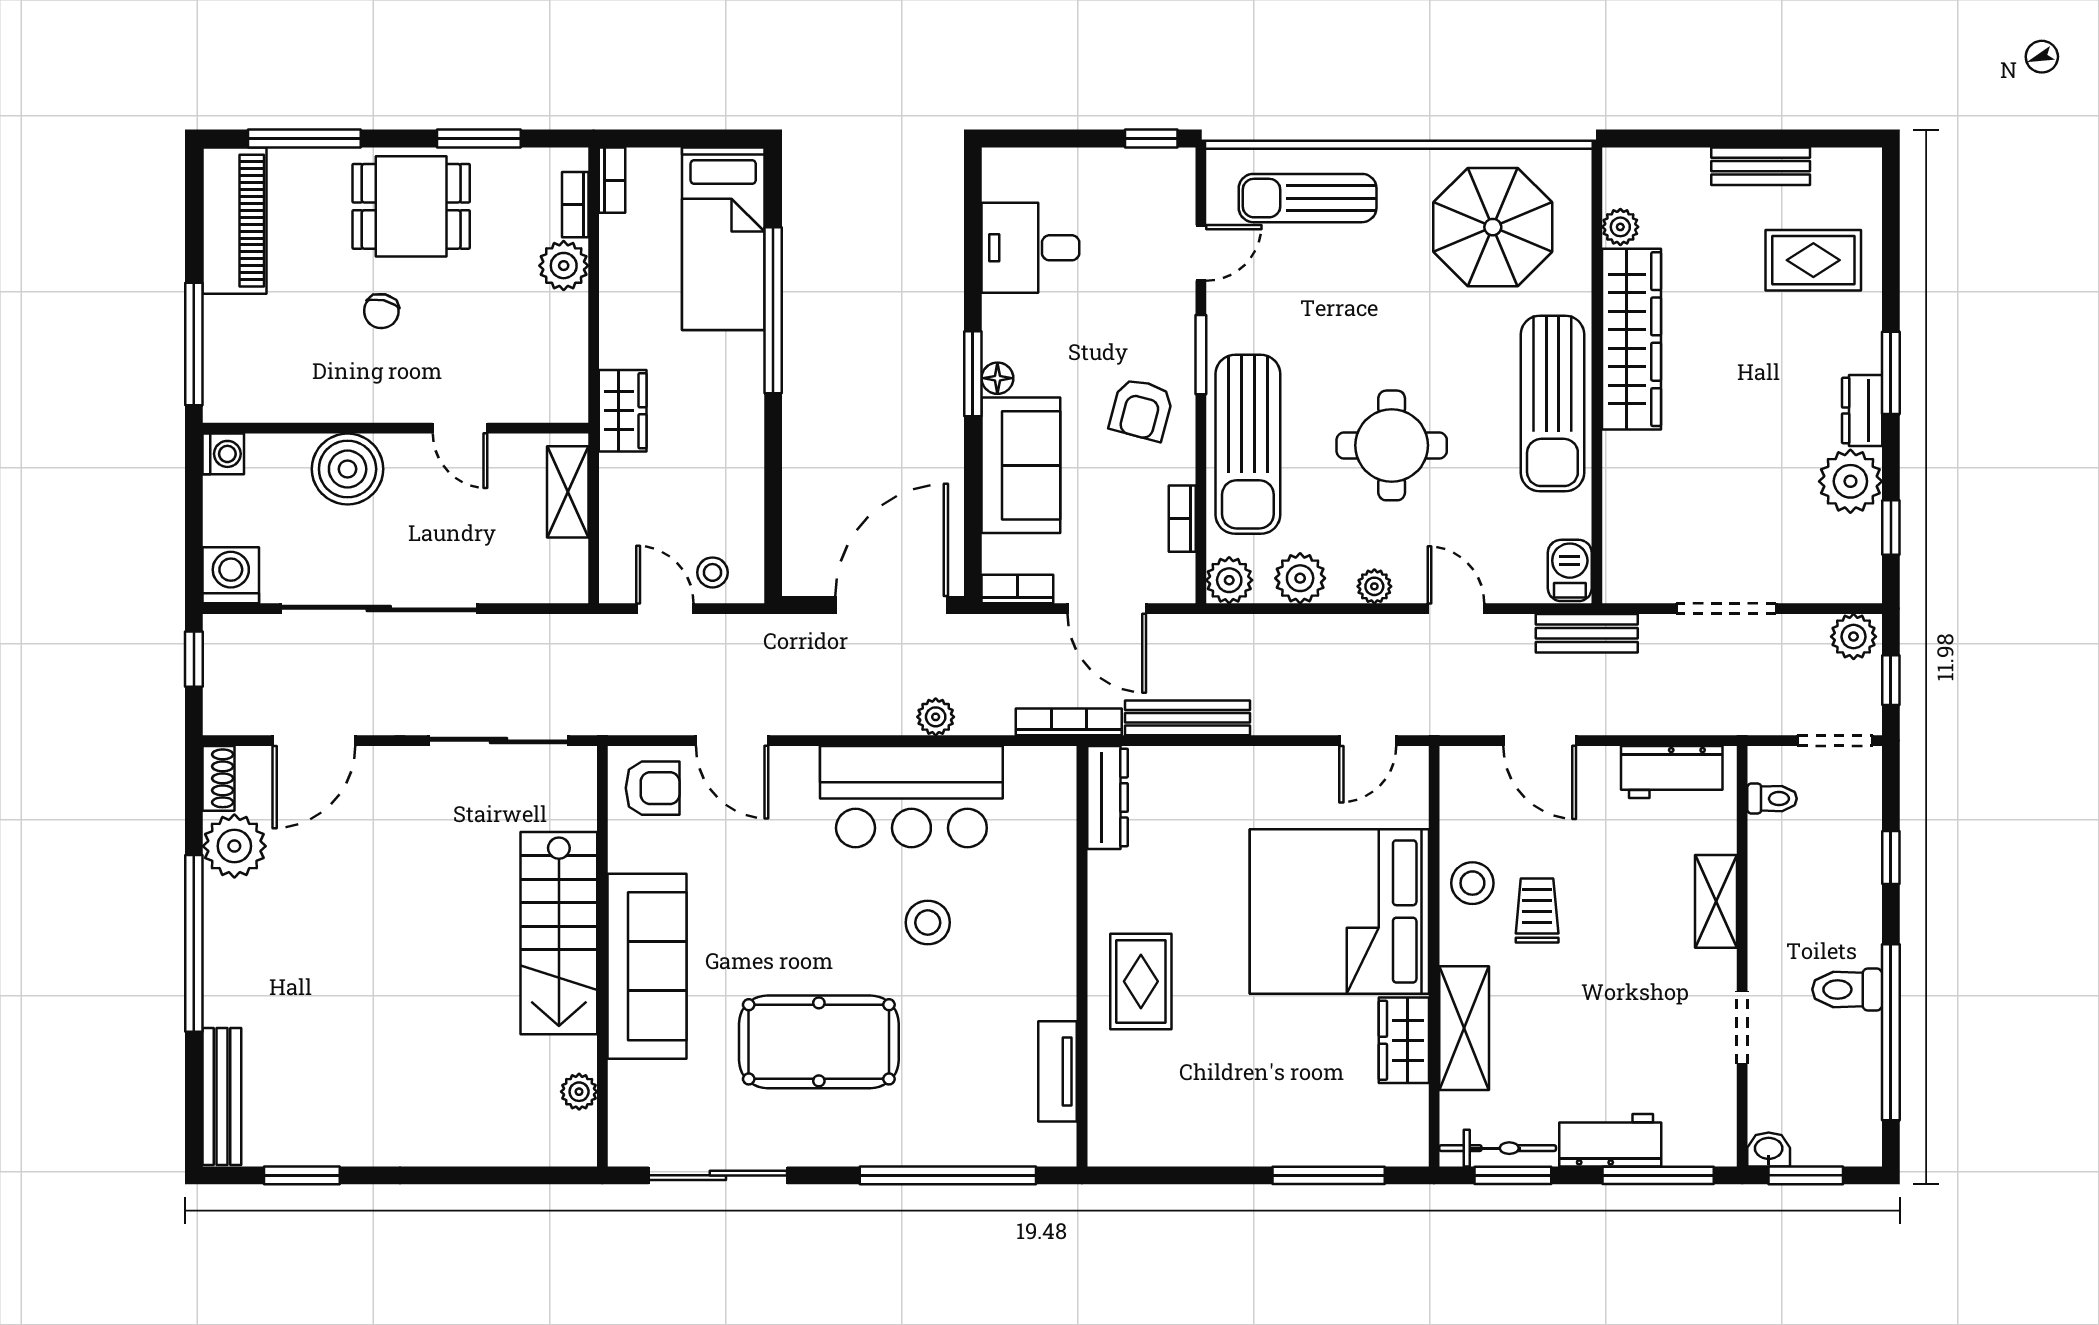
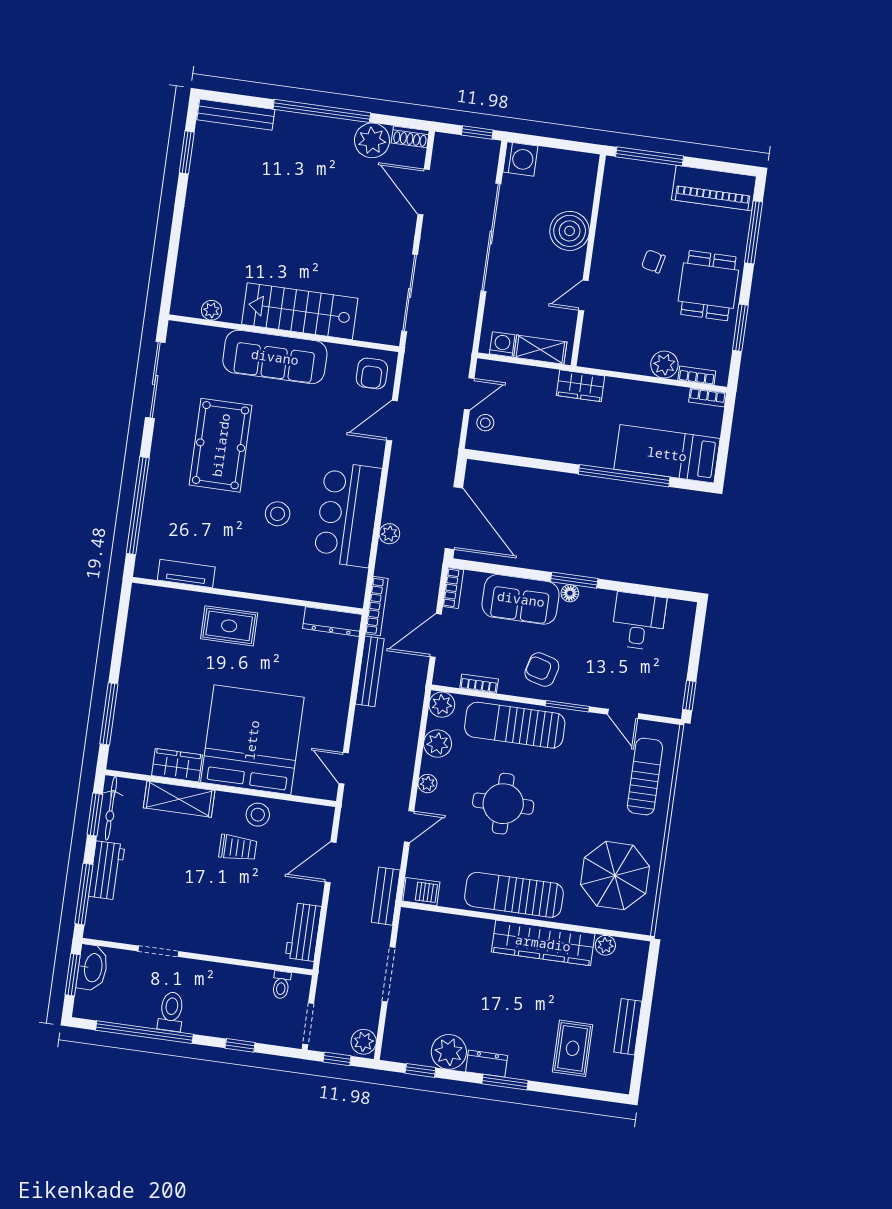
washing machine: (223, 454) -> (502, 344), moved, turned 180
shelving: (1716, 901) -> (229, 946), removed
washbasin: (1769, 1149) -> (92, 968), width x1.91, depth x1.45

